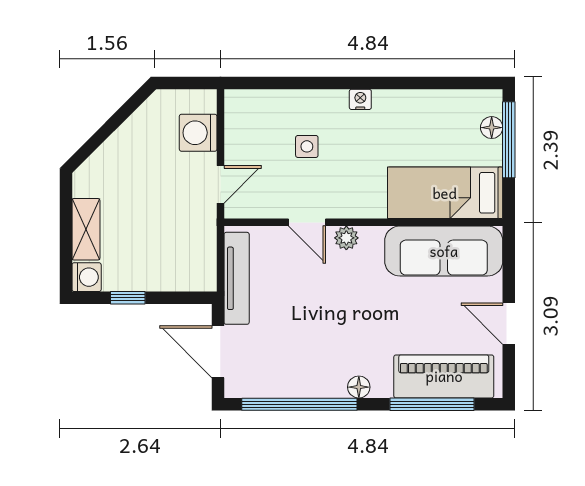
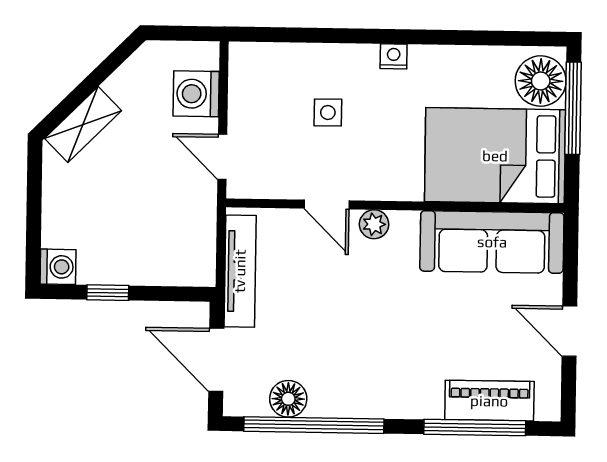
floor lamp: (492, 128) -> (541, 81), width x1.89, depth x1.89
door: (220, 184) -> (222, 157), swing flipped
bed: (445, 193) -> (495, 156), width x1.50
shelving: (86, 229) -> (83, 125), moved, turned 45
piano: (444, 376) -> (489, 401), width x0.73, depth x0.75
floor lamp: (359, 387) -> (288, 399), moved, width x1.37, depth x1.37

